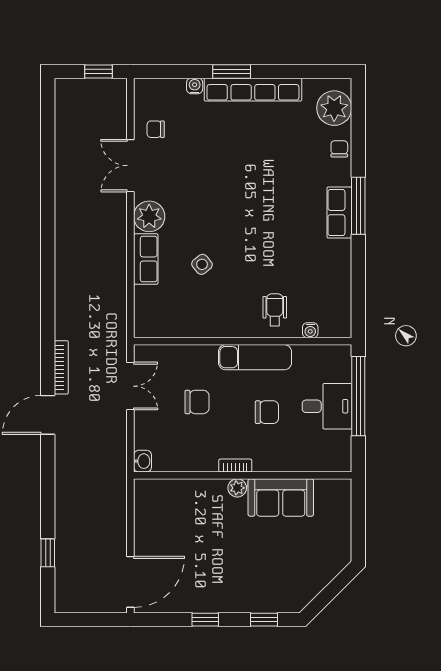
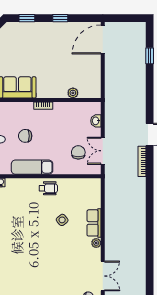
plant: (149, 216) -> (96, 243), width x0.53, depth x0.53
wheelchair: (275, 310) -> (48, 188), moved, turned -90
chair: (197, 402) -> (78, 152), moved, turned 90
washbasin: (143, 461) -> (96, 121), moved
plant: (237, 488) -> (73, 93), moved

